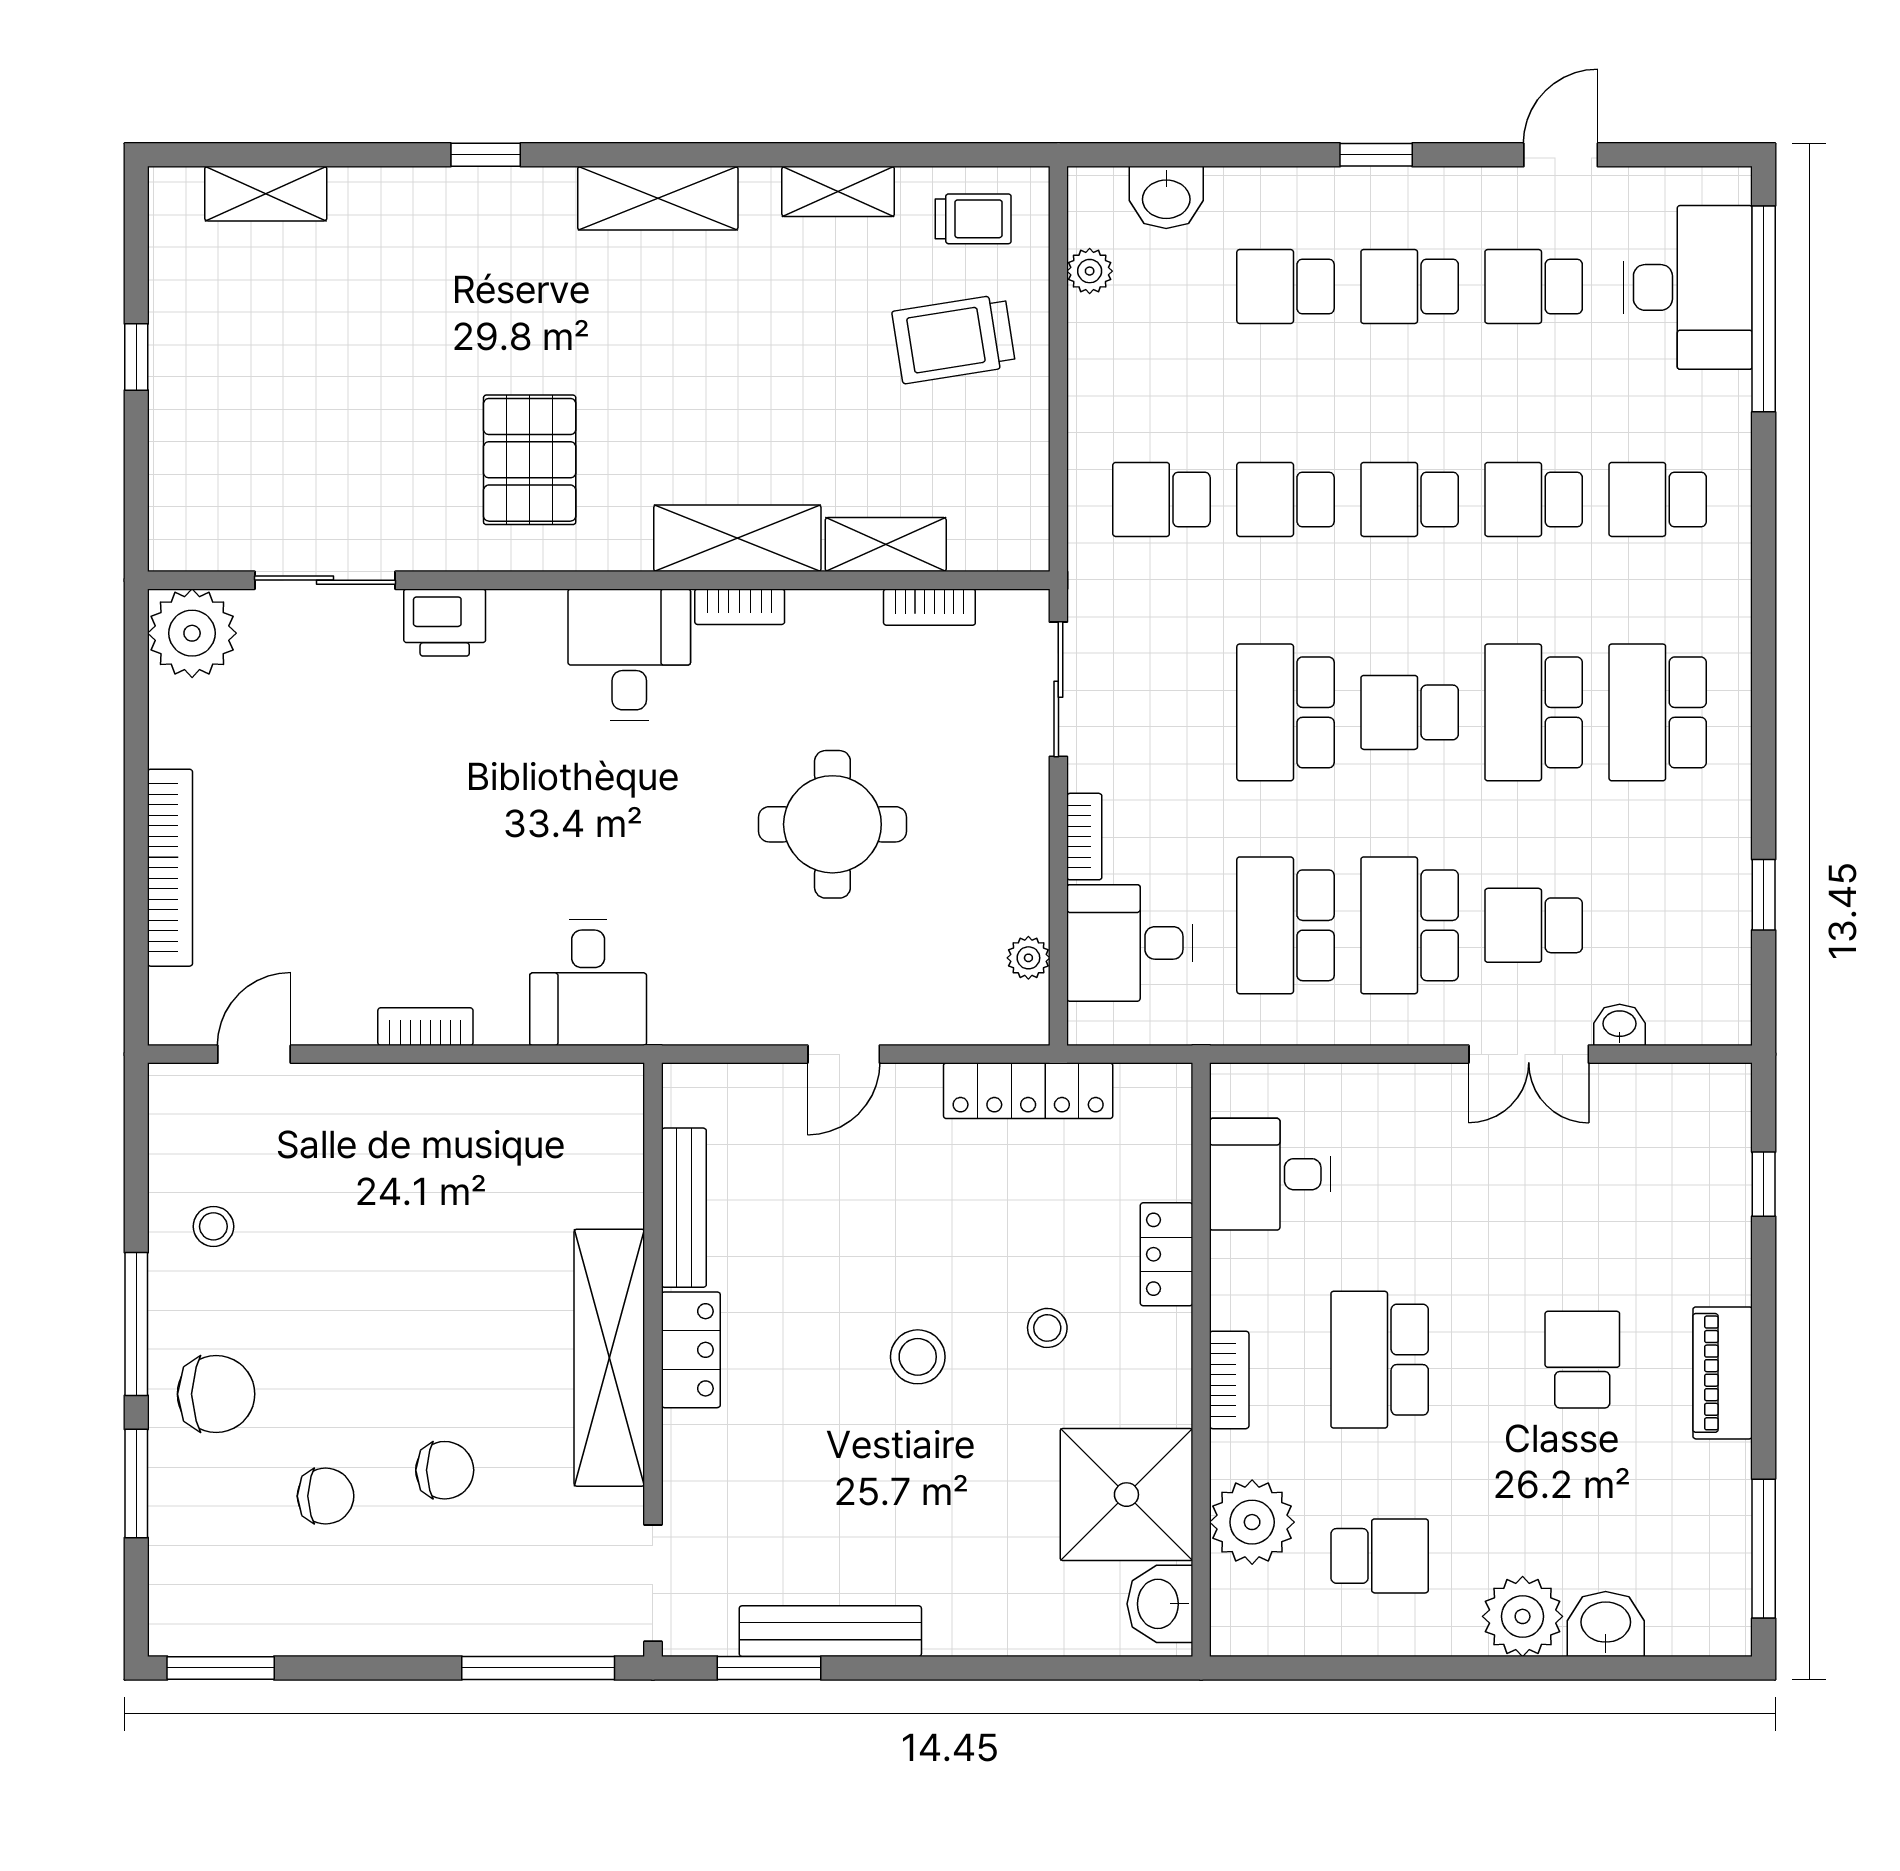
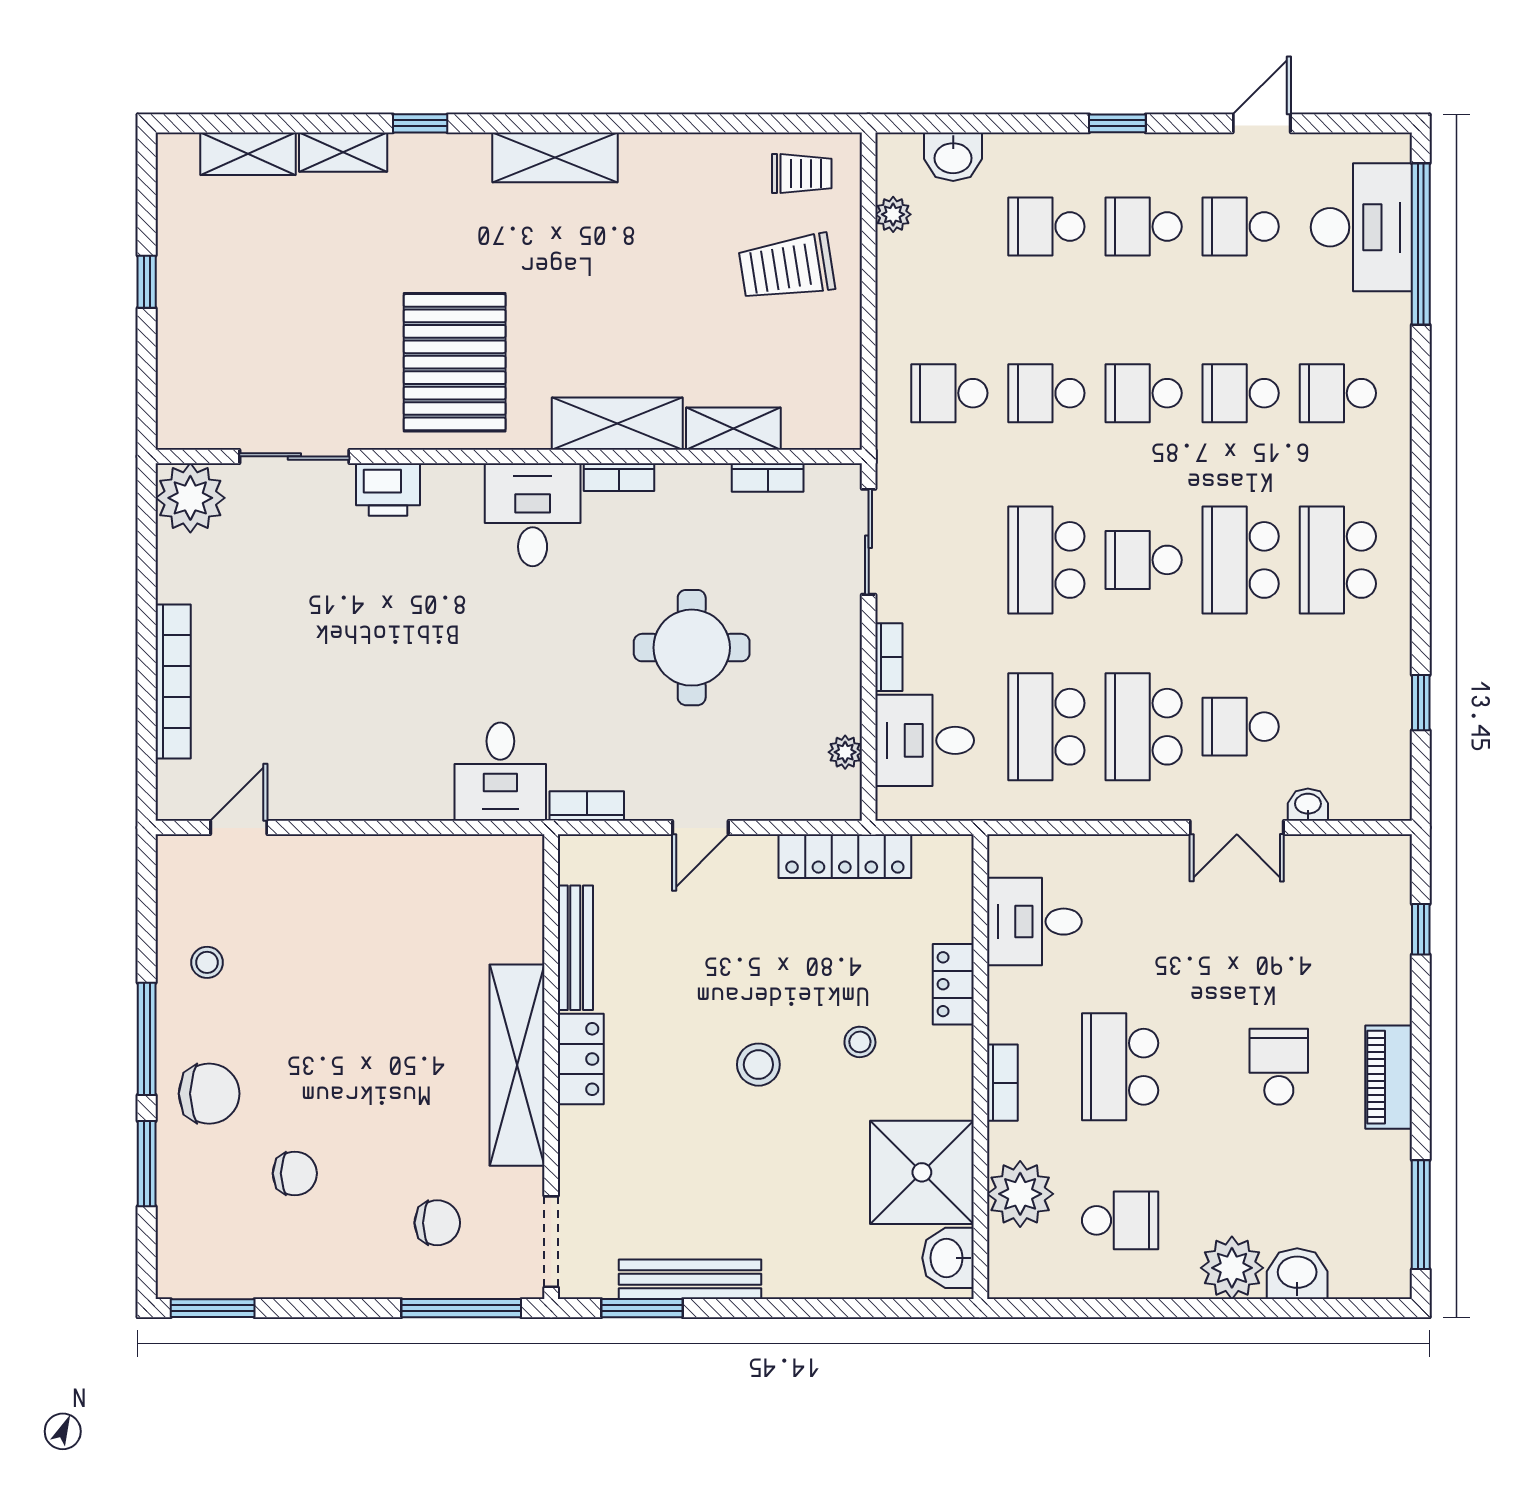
shelving: (838, 191) -> (343, 152), moved
pallet: (530, 460) -> (455, 362), width x1.37, depth x1.41
bookcase: (425, 1027) -> (587, 806), moved
chair: (445, 1470) -> (437, 1223), moved

